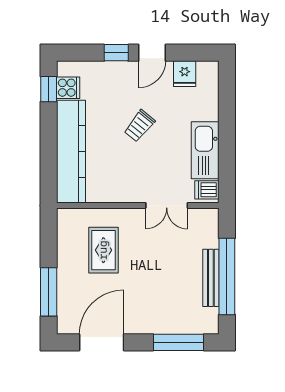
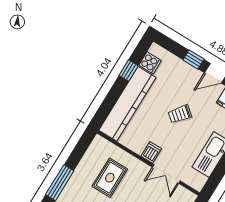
window: (49, 89) -> (129, 71), moved
dishwasher: (207, 190) -> (151, 152), moved, turned 90

